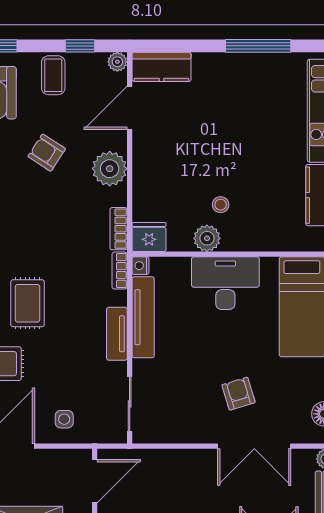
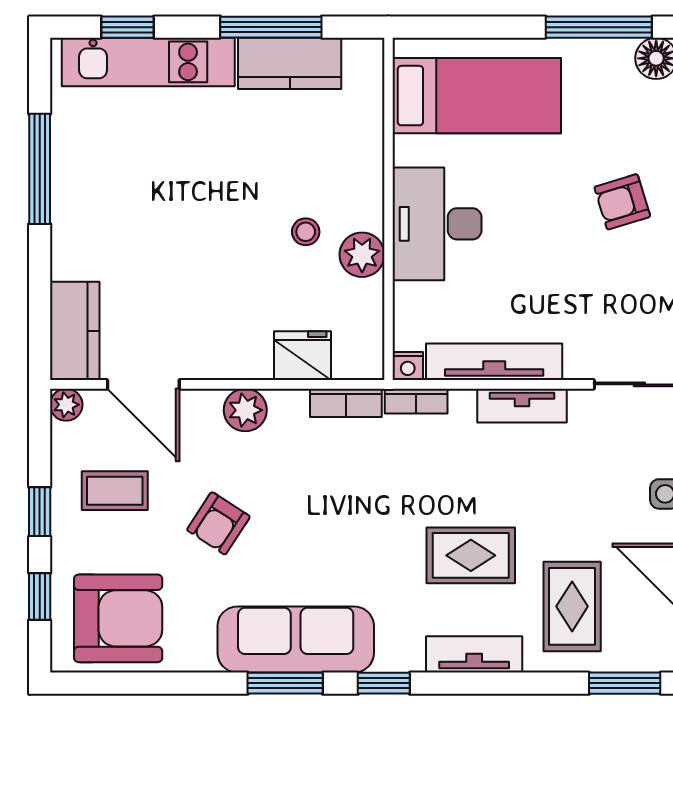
window: (80, 46) -> (40, 512), moved
coffee table: (53, 75) -> (115, 491), moved
plant: (110, 169) -> (245, 410), width x0.73, depth x0.73
fridge: (149, 237) -> (302, 356), moved, turned 90

